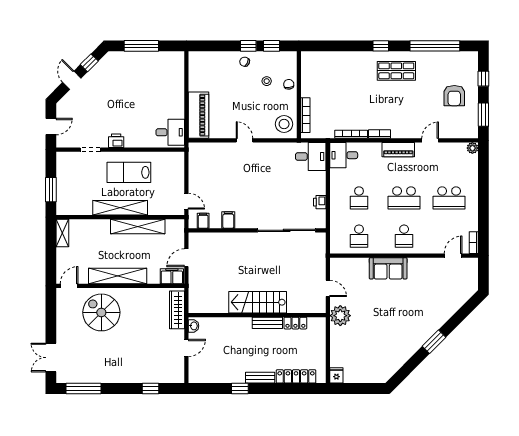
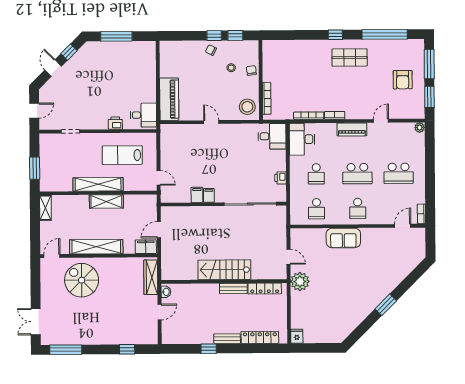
window: (483, 79) -> (429, 64), width x2.17
printer: (116, 141) -> (115, 123), moved
desk: (344, 155) -> (302, 139), width x1.37
lab bench: (129, 172) -> (122, 155), moved
filing cabinet: (203, 221) -> (209, 195), moved
shelving: (138, 227) -> (106, 201), width x0.68
locker: (295, 323) -> (265, 289), width x1.53

